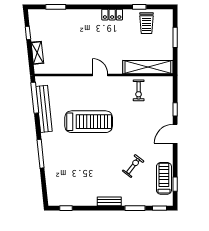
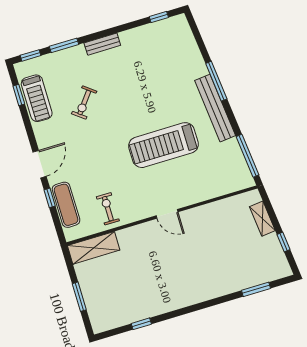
locker: (112, 15) -> (175, 302), removed
trolley: (146, 23) -> (125, 304), removed
shelving: (148, 67) -> (94, 248), width x0.68
exercise mat: (166, 101) -> (66, 205), added
bench: (44, 109) -> (215, 108), moved

